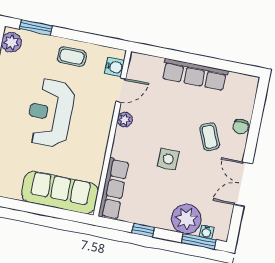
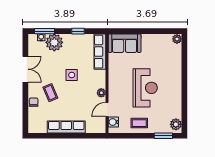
sofa: (60, 193) -> (125, 43), width x0.73

